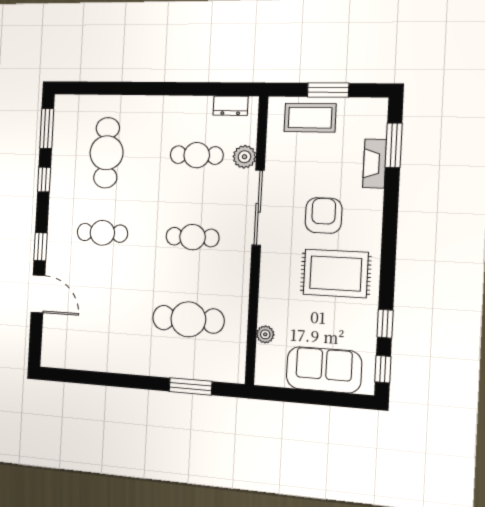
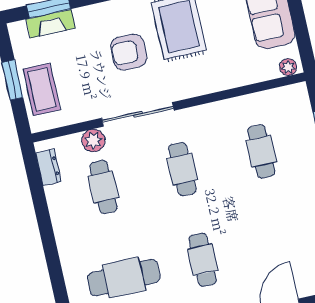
fireplace: (375, 164) -> (51, 24), moved
cafe table: (188, 319) -> (261, 151), width x0.73, depth x0.74
plant: (265, 334) -> (288, 67), moved

